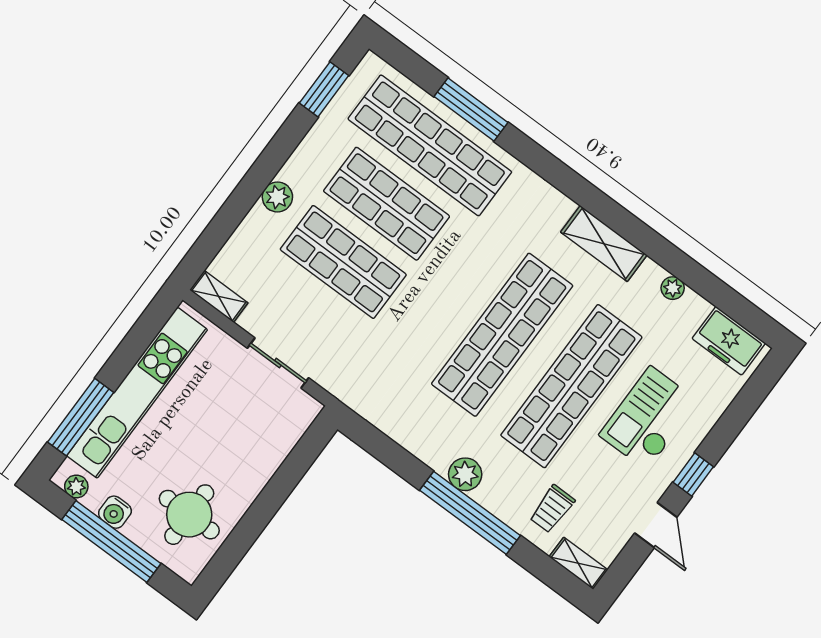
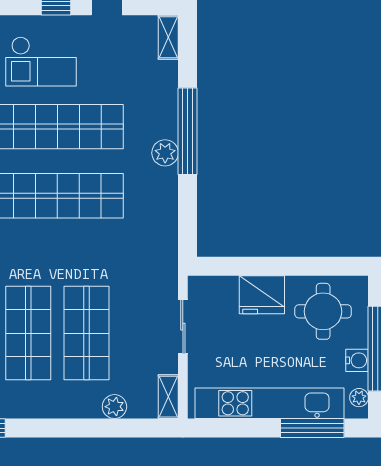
plant: (277, 197) -> (114, 407), moved
fridge: (251, 466) -> (262, 295), added
trolley: (552, 509) -> (146, 80), removed

